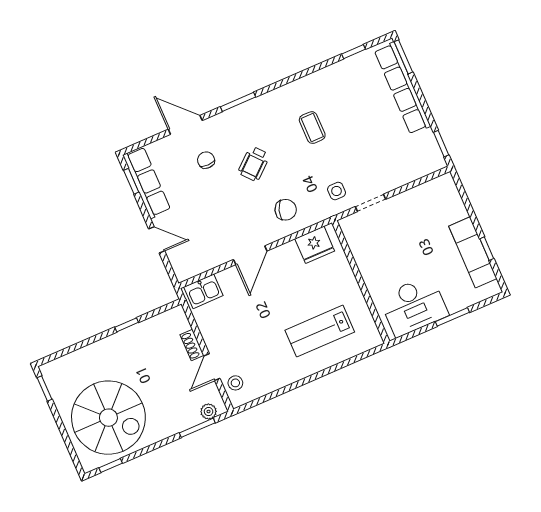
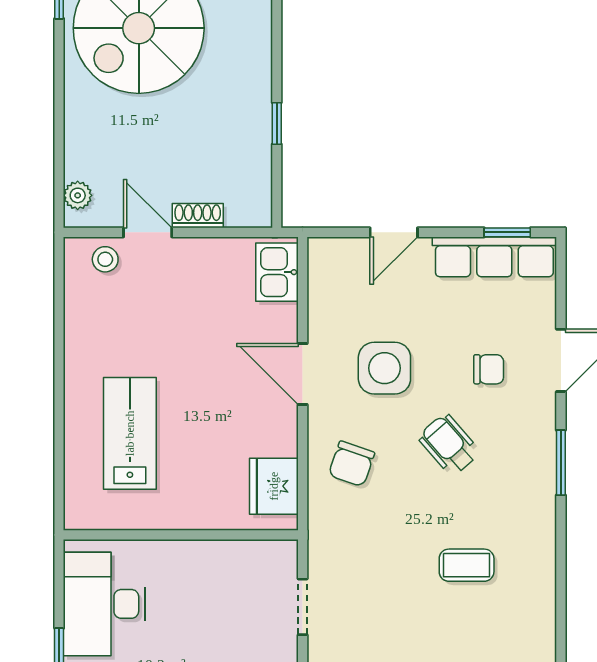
side table: (337, 191) -> (384, 368), moved, width x1.87, depth x1.87
window: (197, 428) -> (59, 166), removed

